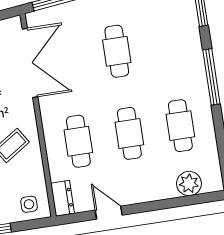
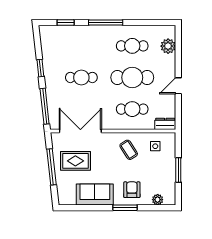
cafe table: (129, 133) -> (132, 77), width x1.37, depth x1.35
side table: (29, 204) -> (155, 146), moved
door: (109, 213) -> (178, 86), moved

